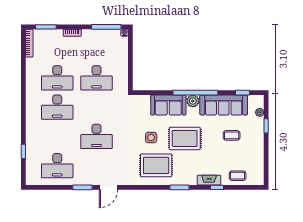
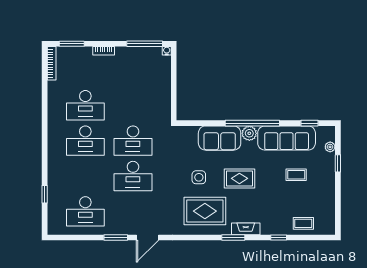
desk: (97, 78) -> (133, 141), moved
rug: (185, 138) -> (239, 178), width x0.73, depth x0.70
fireplace: (209, 180) -> (246, 229), moved

